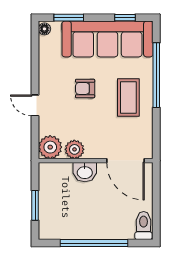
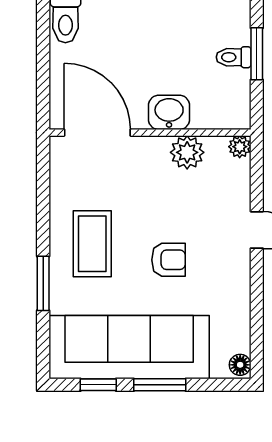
window: (69, 18) -> (160, 385), moved
window: (156, 75) -> (43, 283), width x0.47
plant: (50, 147) -> (240, 147), width x0.53, depth x0.53
toilet: (48, 203) -> (234, 57), added

